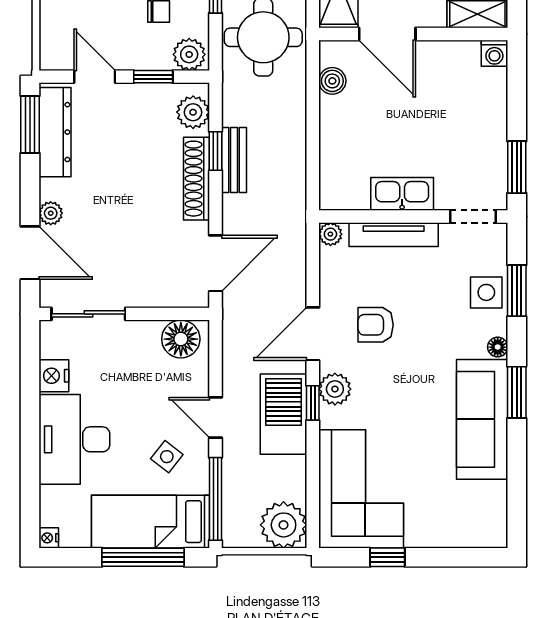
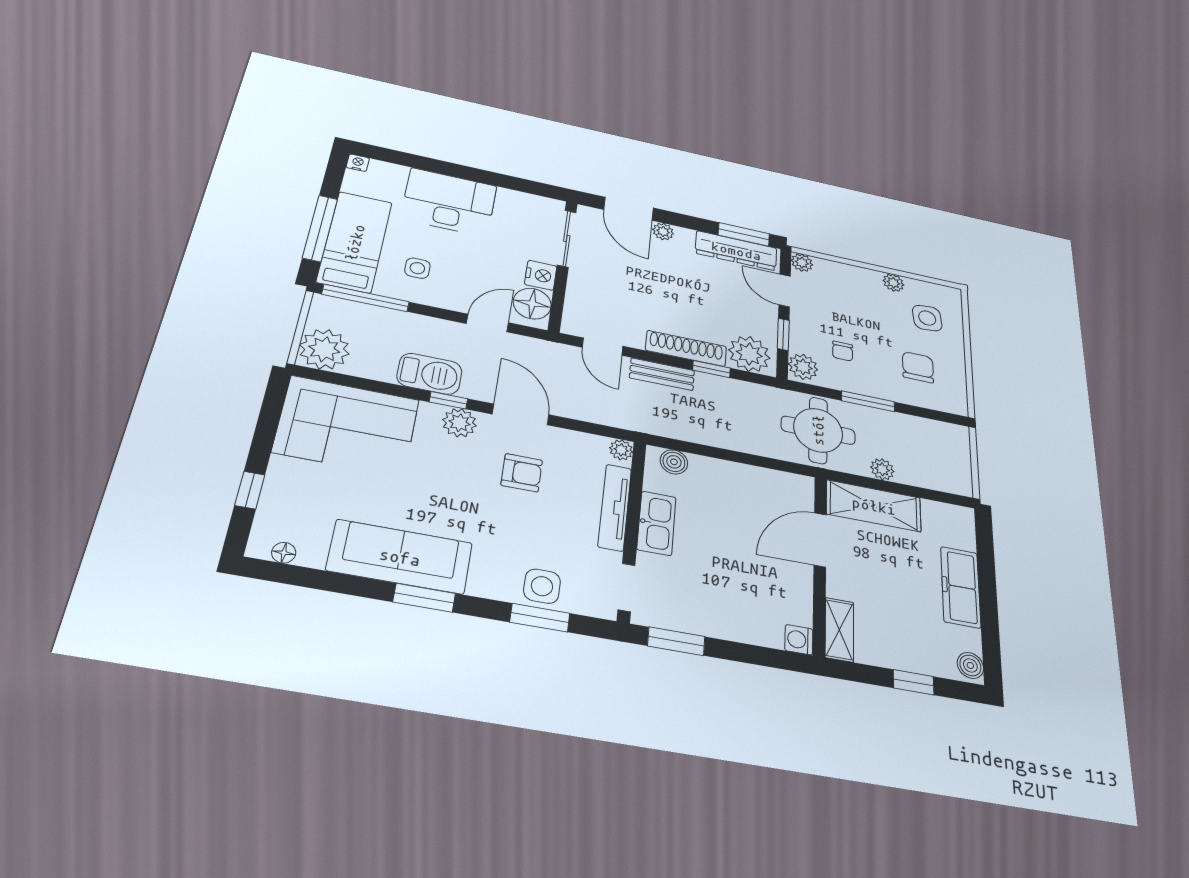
plant: (51, 58) -> (802, 263), added
door: (95, 77) -> (785, 290), swing flipped
boiler: (332, 81) -> (674, 462), moved
plant: (193, 112) -> (749, 354), width x1.36, depth x1.36
bench: (234, 160) -> (662, 374), moved
door: (30, 253) -> (629, 209), hinge flipped
door: (215, 263) -> (603, 347), width x0.73
armchair: (376, 325) -> (522, 473), turned 90
floor lamp: (498, 347) -> (284, 553), moved
nightstand: (54, 376) -> (541, 275), moved, turned 90
barbecue: (284, 414) -> (429, 374), width x0.73, depth x0.83
door: (215, 417) -> (488, 323), moved
side table: (167, 457) -> (417, 268), turned -38
window: (387, 557) -> (250, 490), moved

